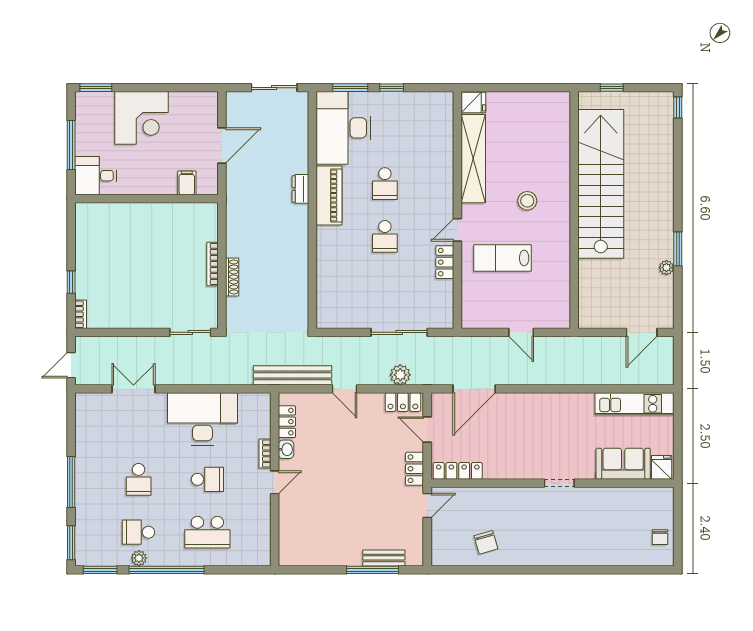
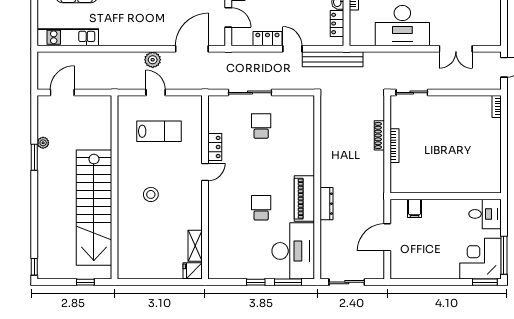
corner desk: (142, 118) -> (481, 259), moved
window: (71, 145) -> (504, 255), moved
shelving: (473, 159) -> (195, 246), width x0.45, depth x0.75
dresser: (300, 189) -> (327, 204), width x1.44
school desk: (385, 236) -> (261, 126), moved
lab bench: (502, 258) -> (159, 131), moved
window: (71, 282) -> (504, 132), removed
plant: (400, 375) -> (153, 60), moved
locker: (403, 402) -> (267, 39), moved

